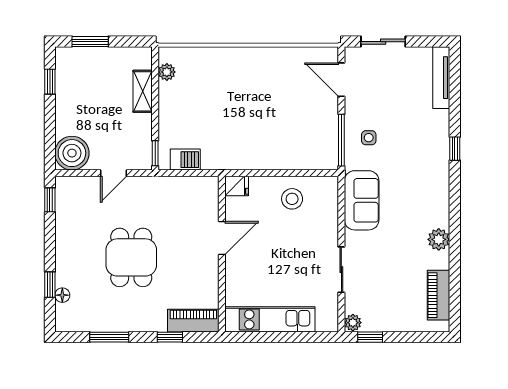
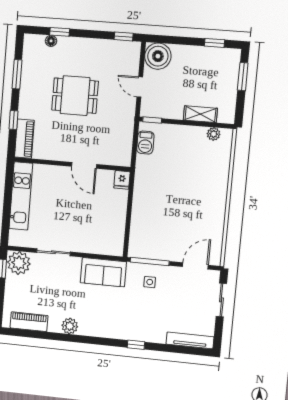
stool: (292, 199) -> (109, 221), removed
plant: (353, 323) -> (19, 263), width x1.87, depth x1.87

